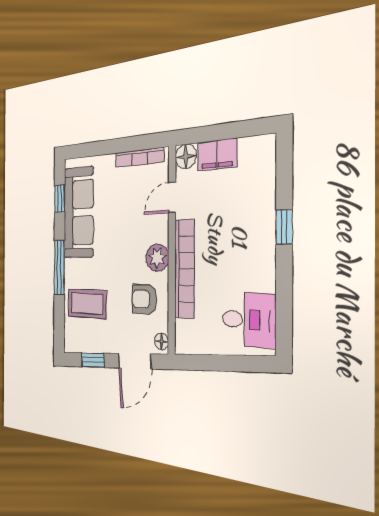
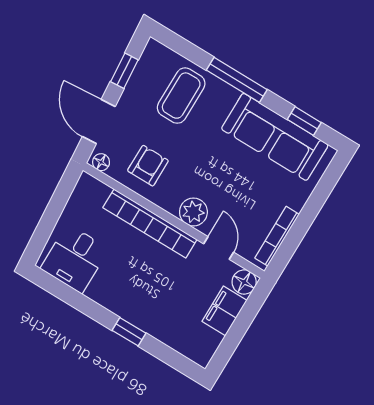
plant: (157, 258) -> (193, 212), moved

